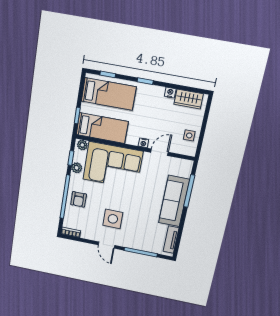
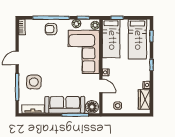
floor lamp: (184, 169) -> (92, 107), added
side table: (113, 219) -> (34, 82), moved

